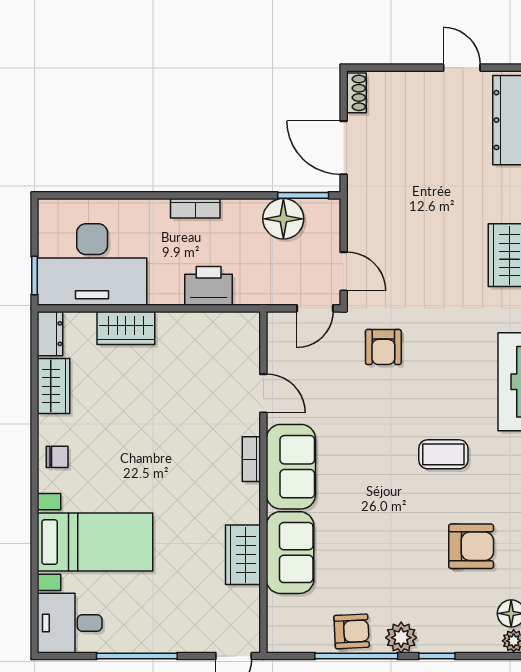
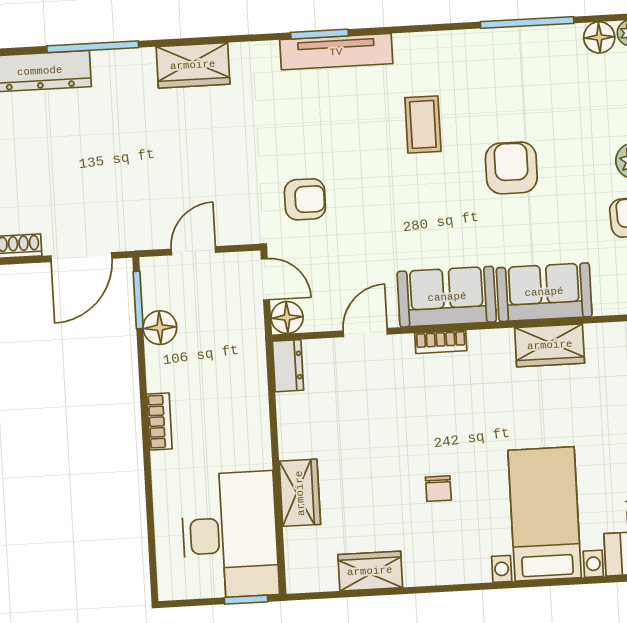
floor lamp: (283, 219) -> (160, 328), width x0.73, depth x0.73
door: (344, 271) -> (193, 251), moved
printer: (209, 286) -> (247, 402), removed
floor lamp: (280, 325) -> (287, 317), added
dresser: (50, 334) -> (288, 366), moved, turned 90
chair: (57, 457) -> (438, 489), moved, turned 180
armchair: (471, 546) -> (511, 168), moved

